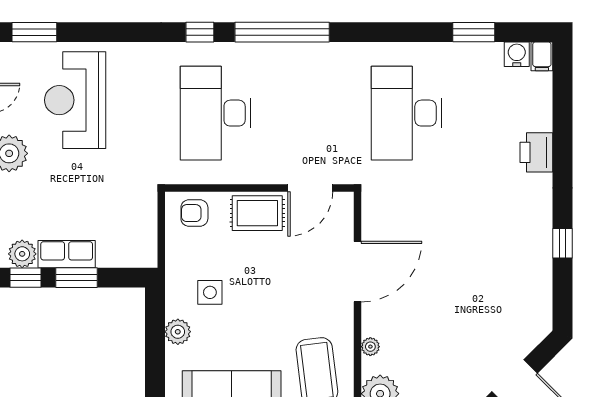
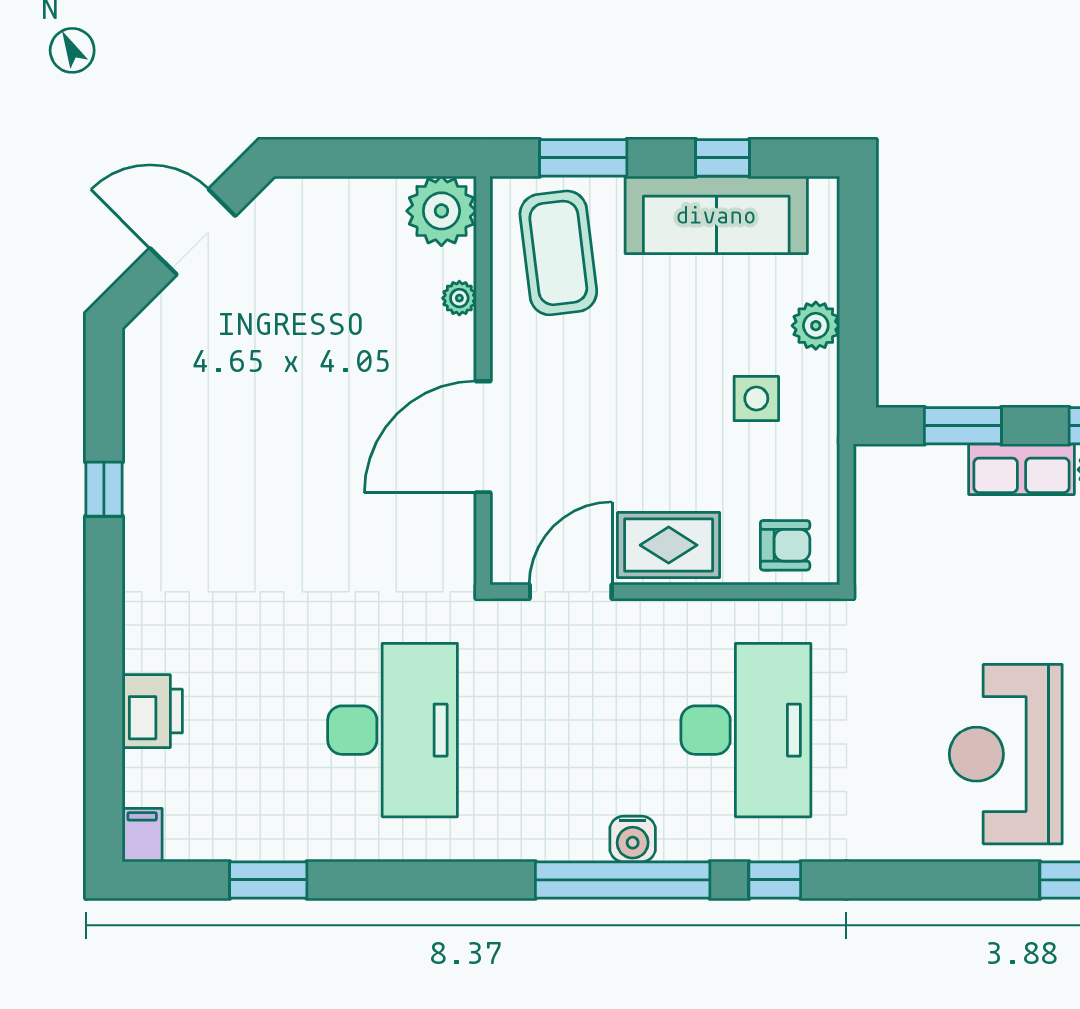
water cooler: (517, 54) -> (633, 839), moved
reception desk: (75, 100) -> (1006, 754), turned 180
printer: (536, 152) -> (152, 711), moved
window: (77, 278) -> (963, 426), moved

